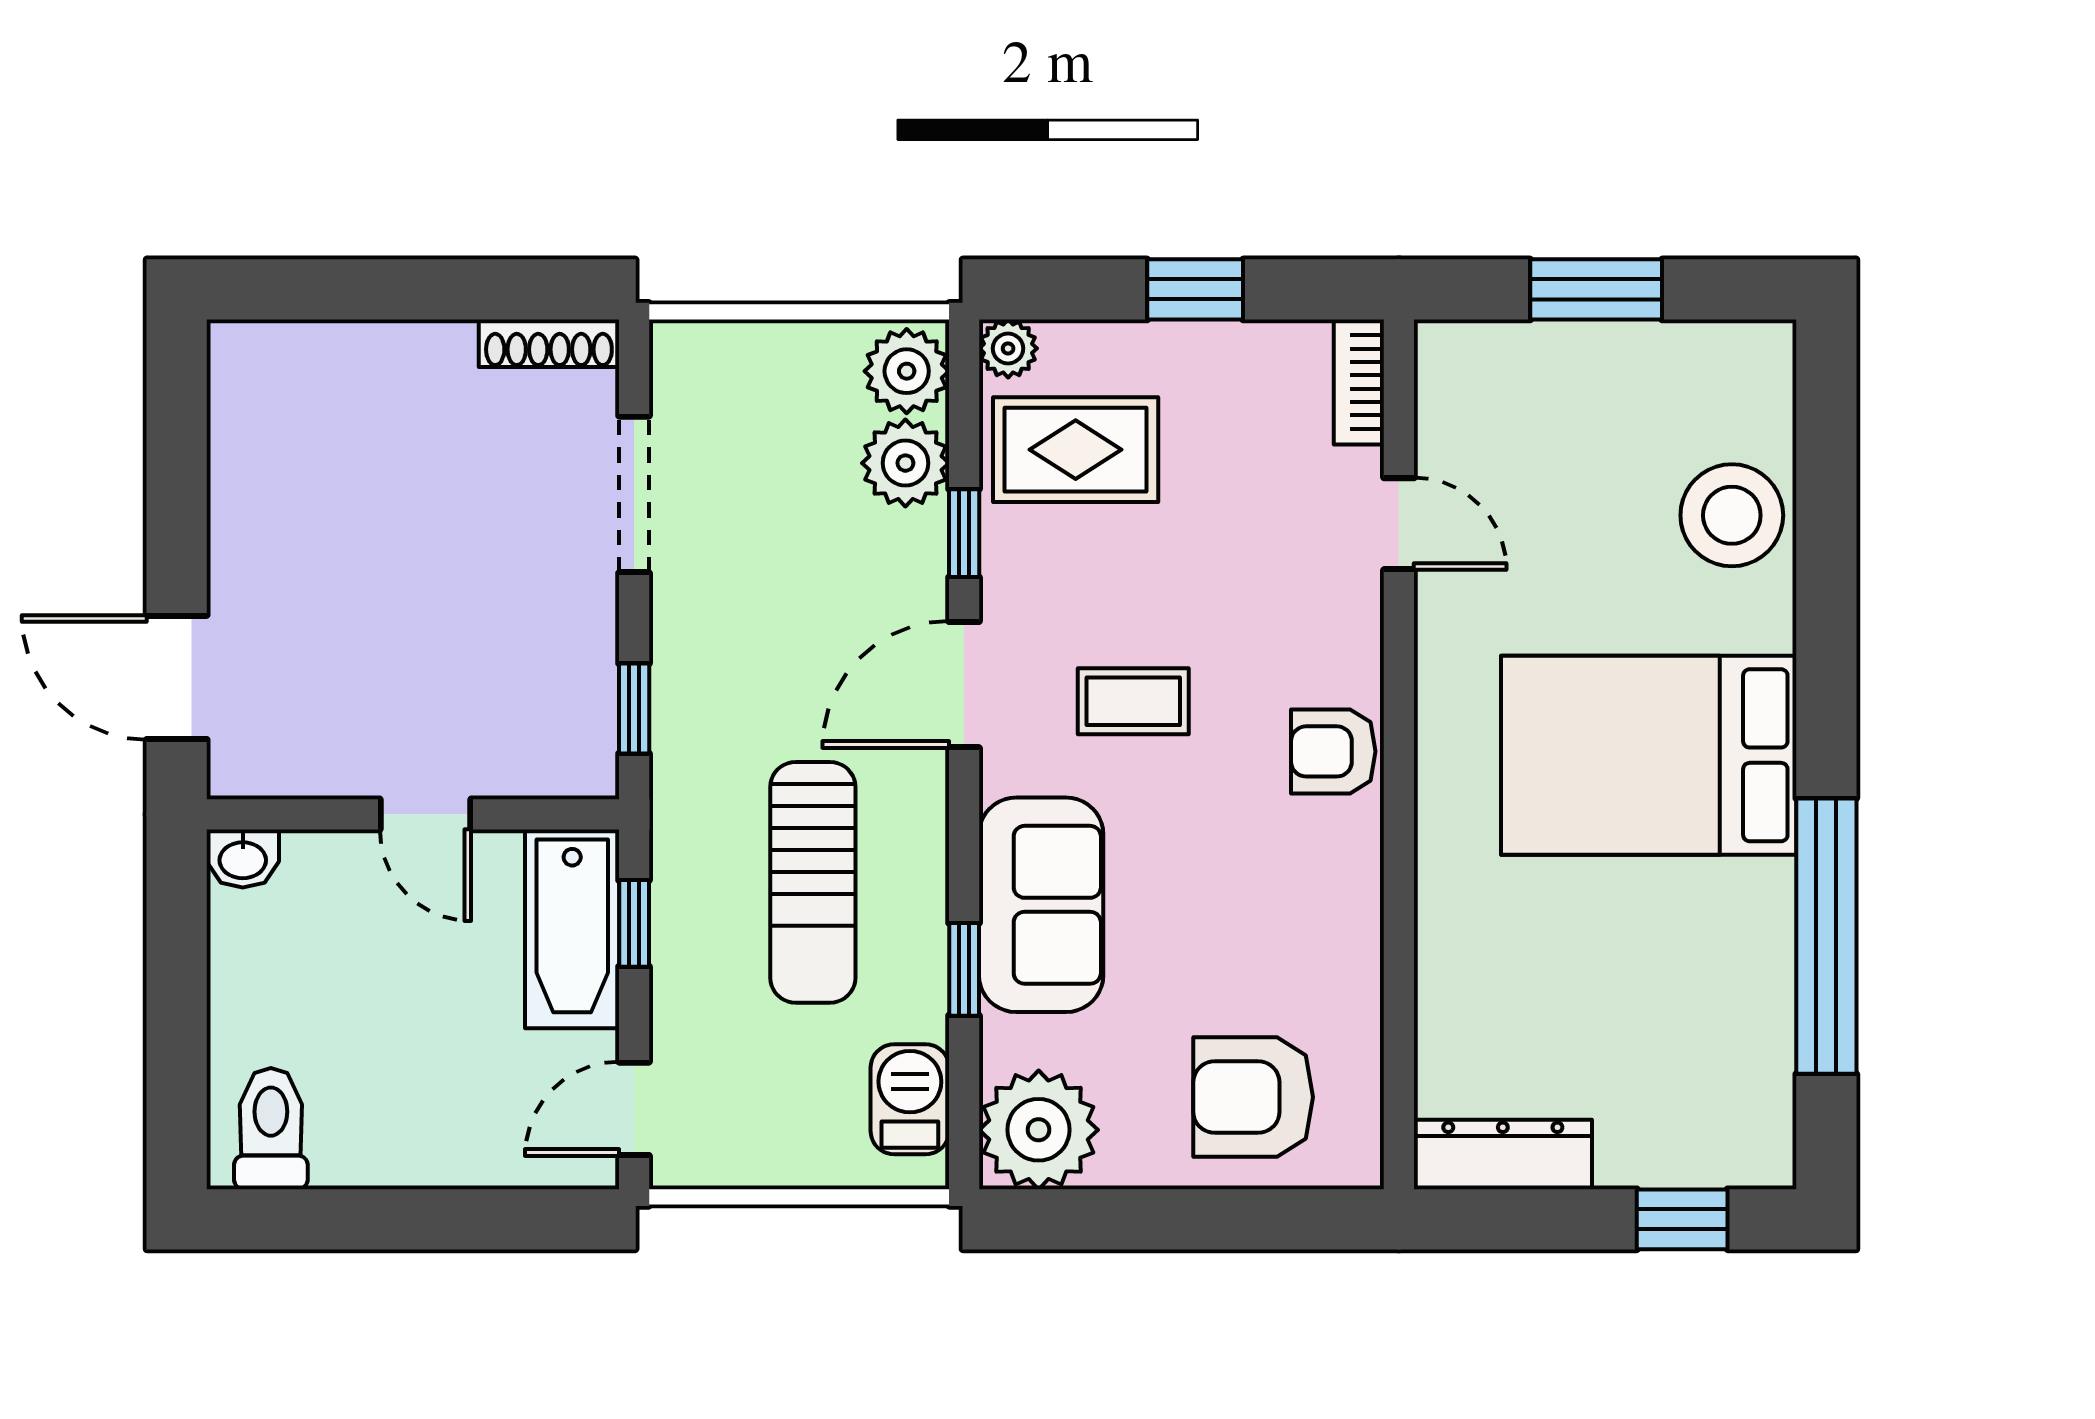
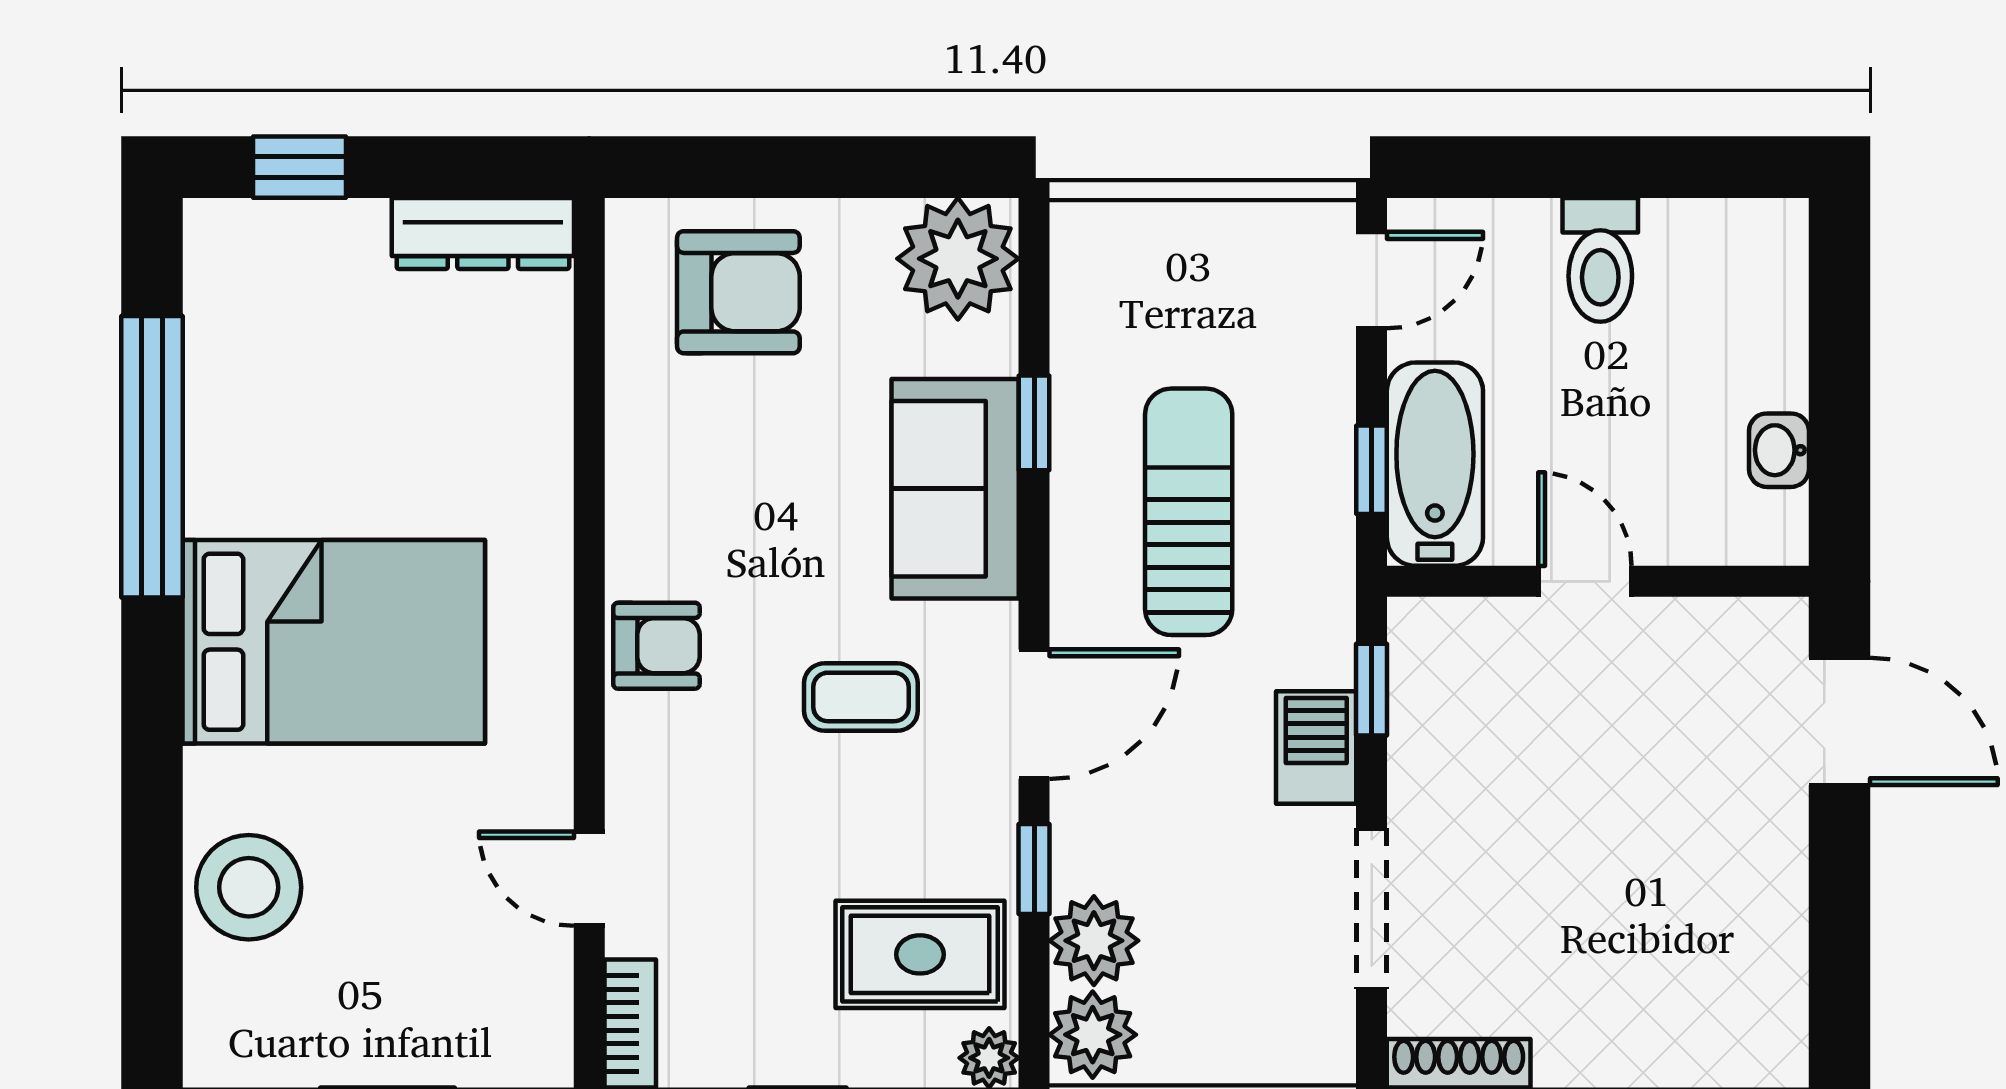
washbasin: (243, 858) -> (1779, 450), moved, turned -90
barbecue: (910, 1099) -> (1316, 747), moved, turned 180
toilet: (271, 1129) -> (1600, 260), moved

